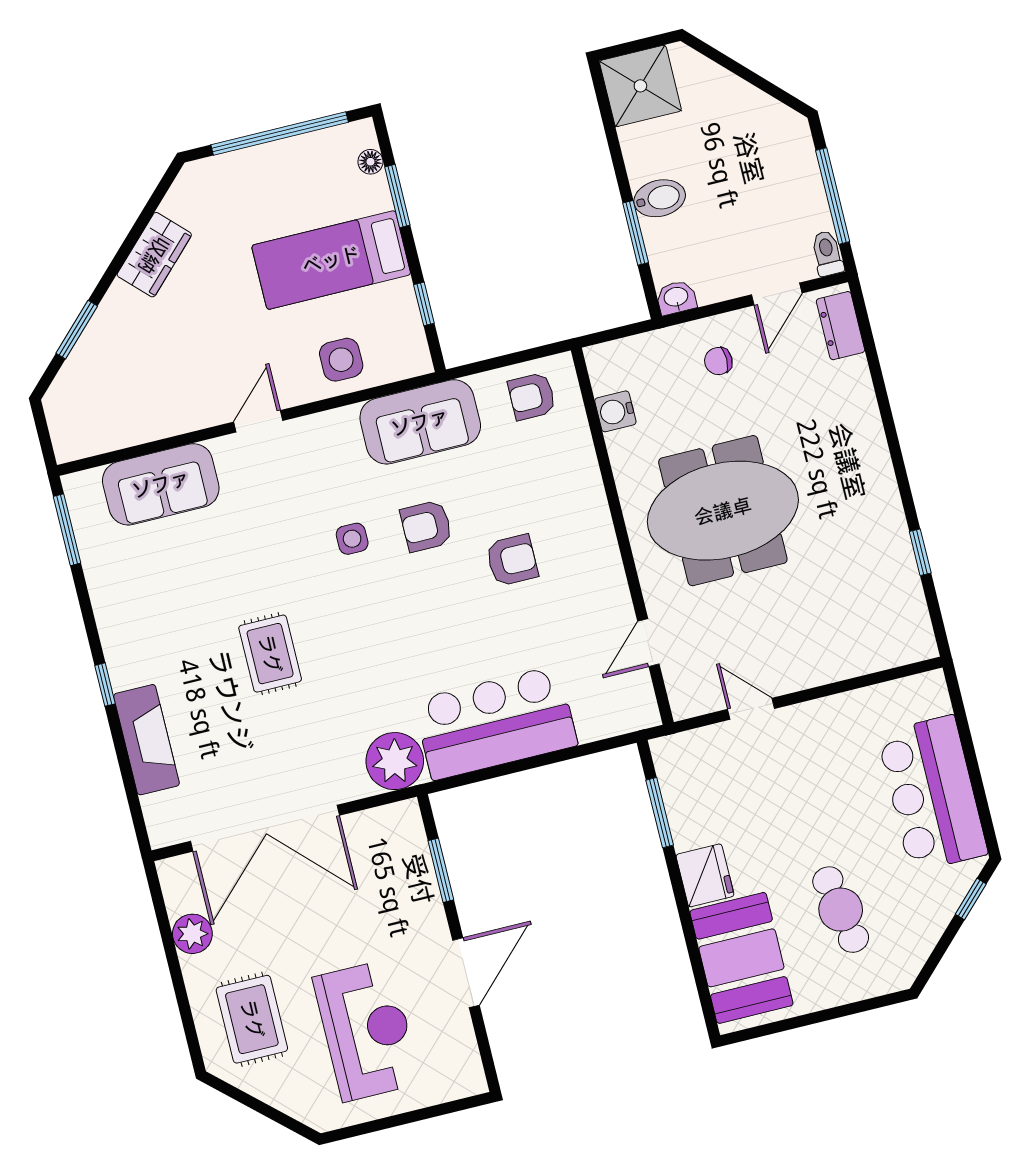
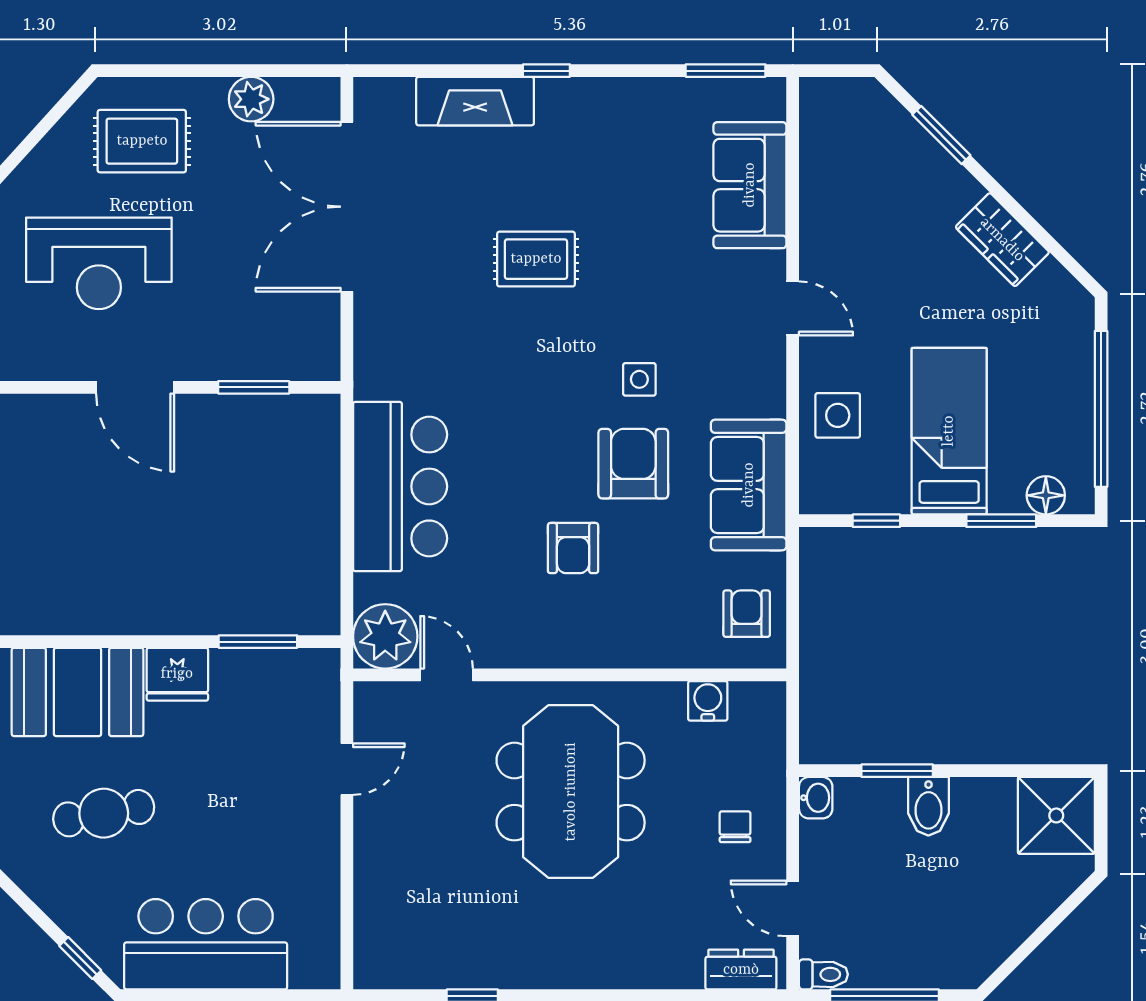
floor lamp: (370, 162) -> (1046, 495), width x1.37, depth x1.37
armchair: (426, 526) -> (633, 464), width x1.38, depth x1.38
plant: (395, 761) -> (385, 636), moved

